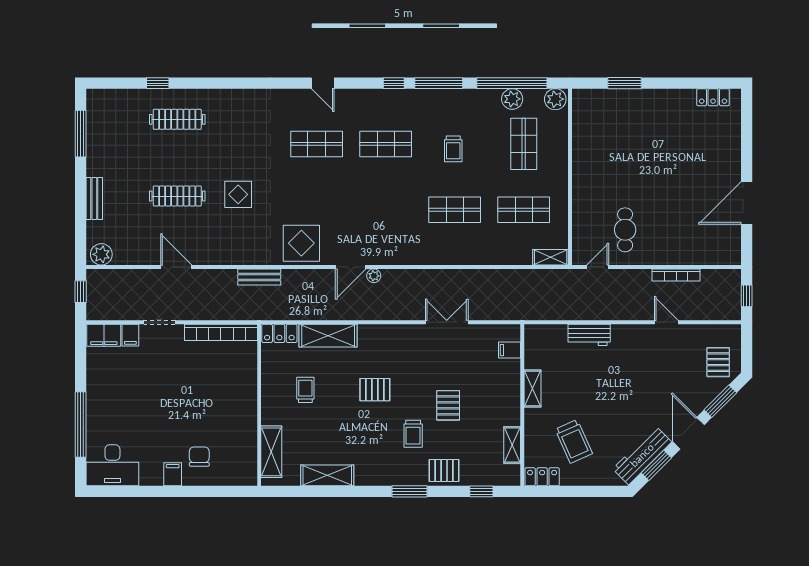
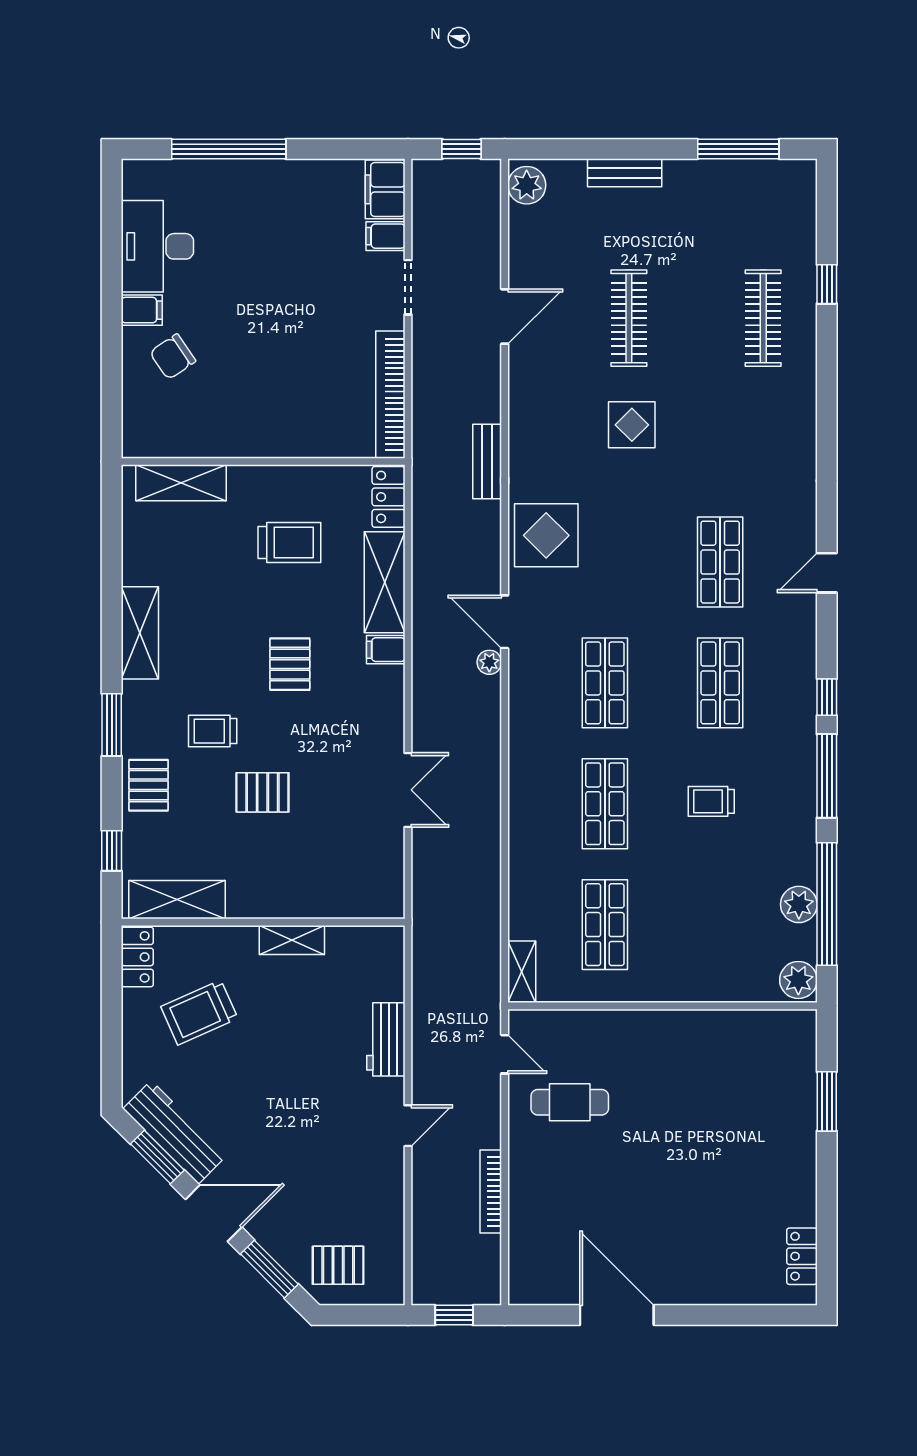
shop shelf: (524, 144) -> (605, 683), moved, turned 90
door: (666, 322) -> (408, 1126), moved
filing cabinet: (510, 350) -> (386, 650), moved, turned -90
trolley: (305, 390) -> (289, 542), width x1.36, depth x1.39
shelving: (512, 445) -> (177, 900), width x1.50, depth x1.33
chair: (199, 457) -> (173, 357), turned 146
desk: (112, 465) -> (157, 246), moved
shelving: (327, 475) -> (140, 633), moved

